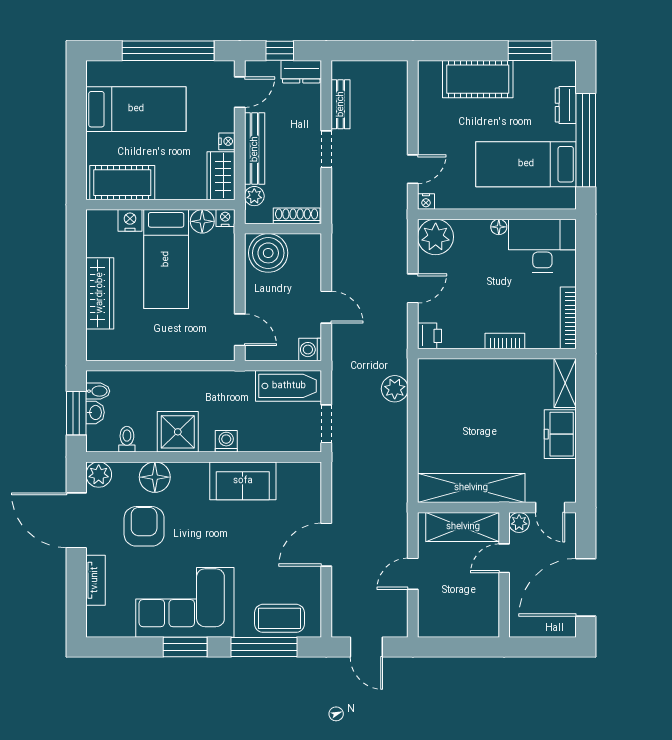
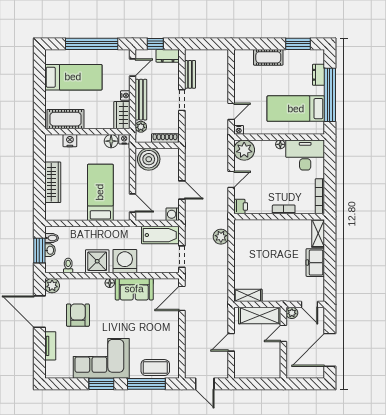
cot: (478, 79) -> (268, 57), width x0.73, depth x0.75
bed: (166, 259) -> (100, 192), moved, turned 180
washing machine: (226, 441) -> (125, 261), width x1.89, depth x1.89
floor lamp: (155, 477) -> (110, 283), moved, width x0.53, depth x0.53
shelving: (471, 488) -> (248, 295), width x0.45, depth x0.75
door: (326, 545) -> (182, 298), moved

